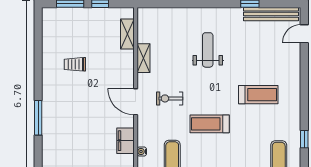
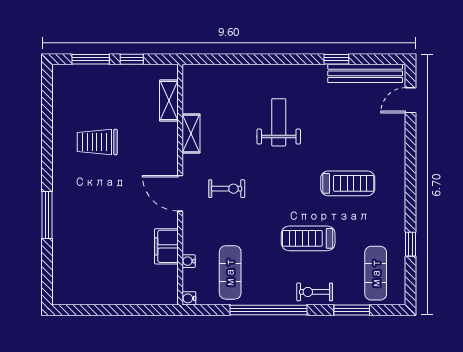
trolley: (75, 64) -> (97, 142), width x1.36, depth x1.39
exercise bike: (170, 98) -> (227, 189), turned 180
treadmill: (210, 124) -> (308, 238), moved

